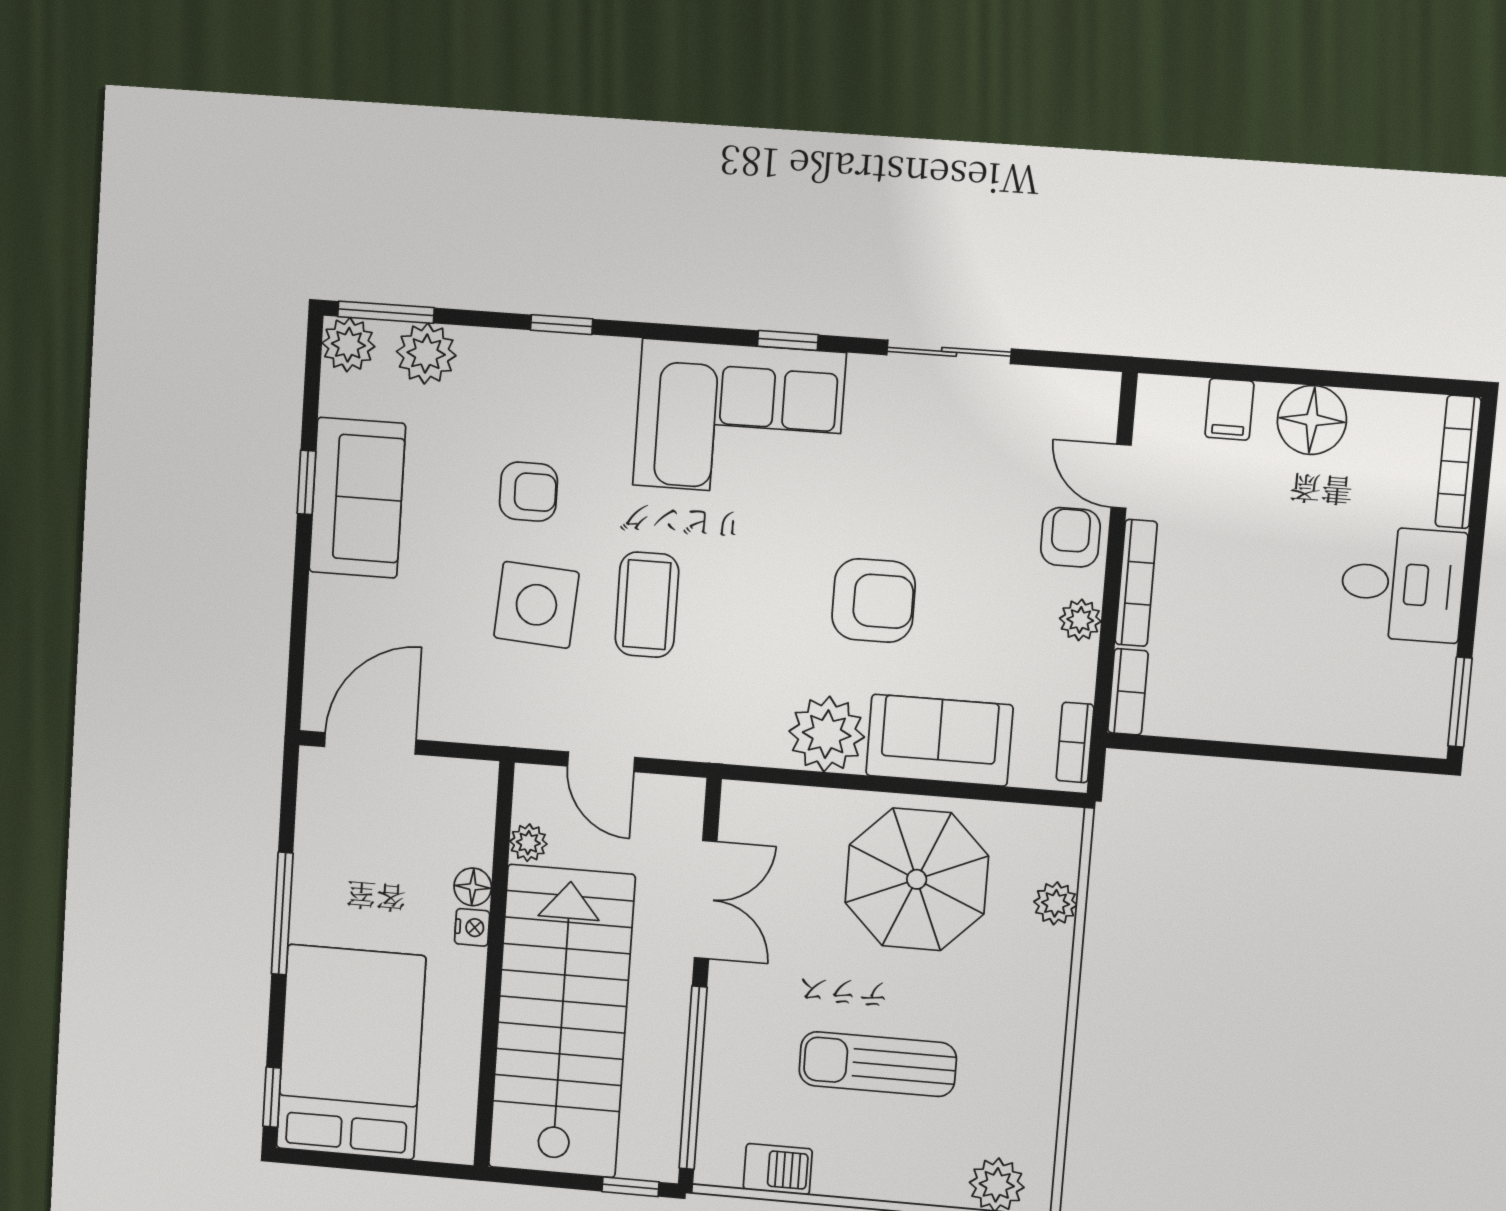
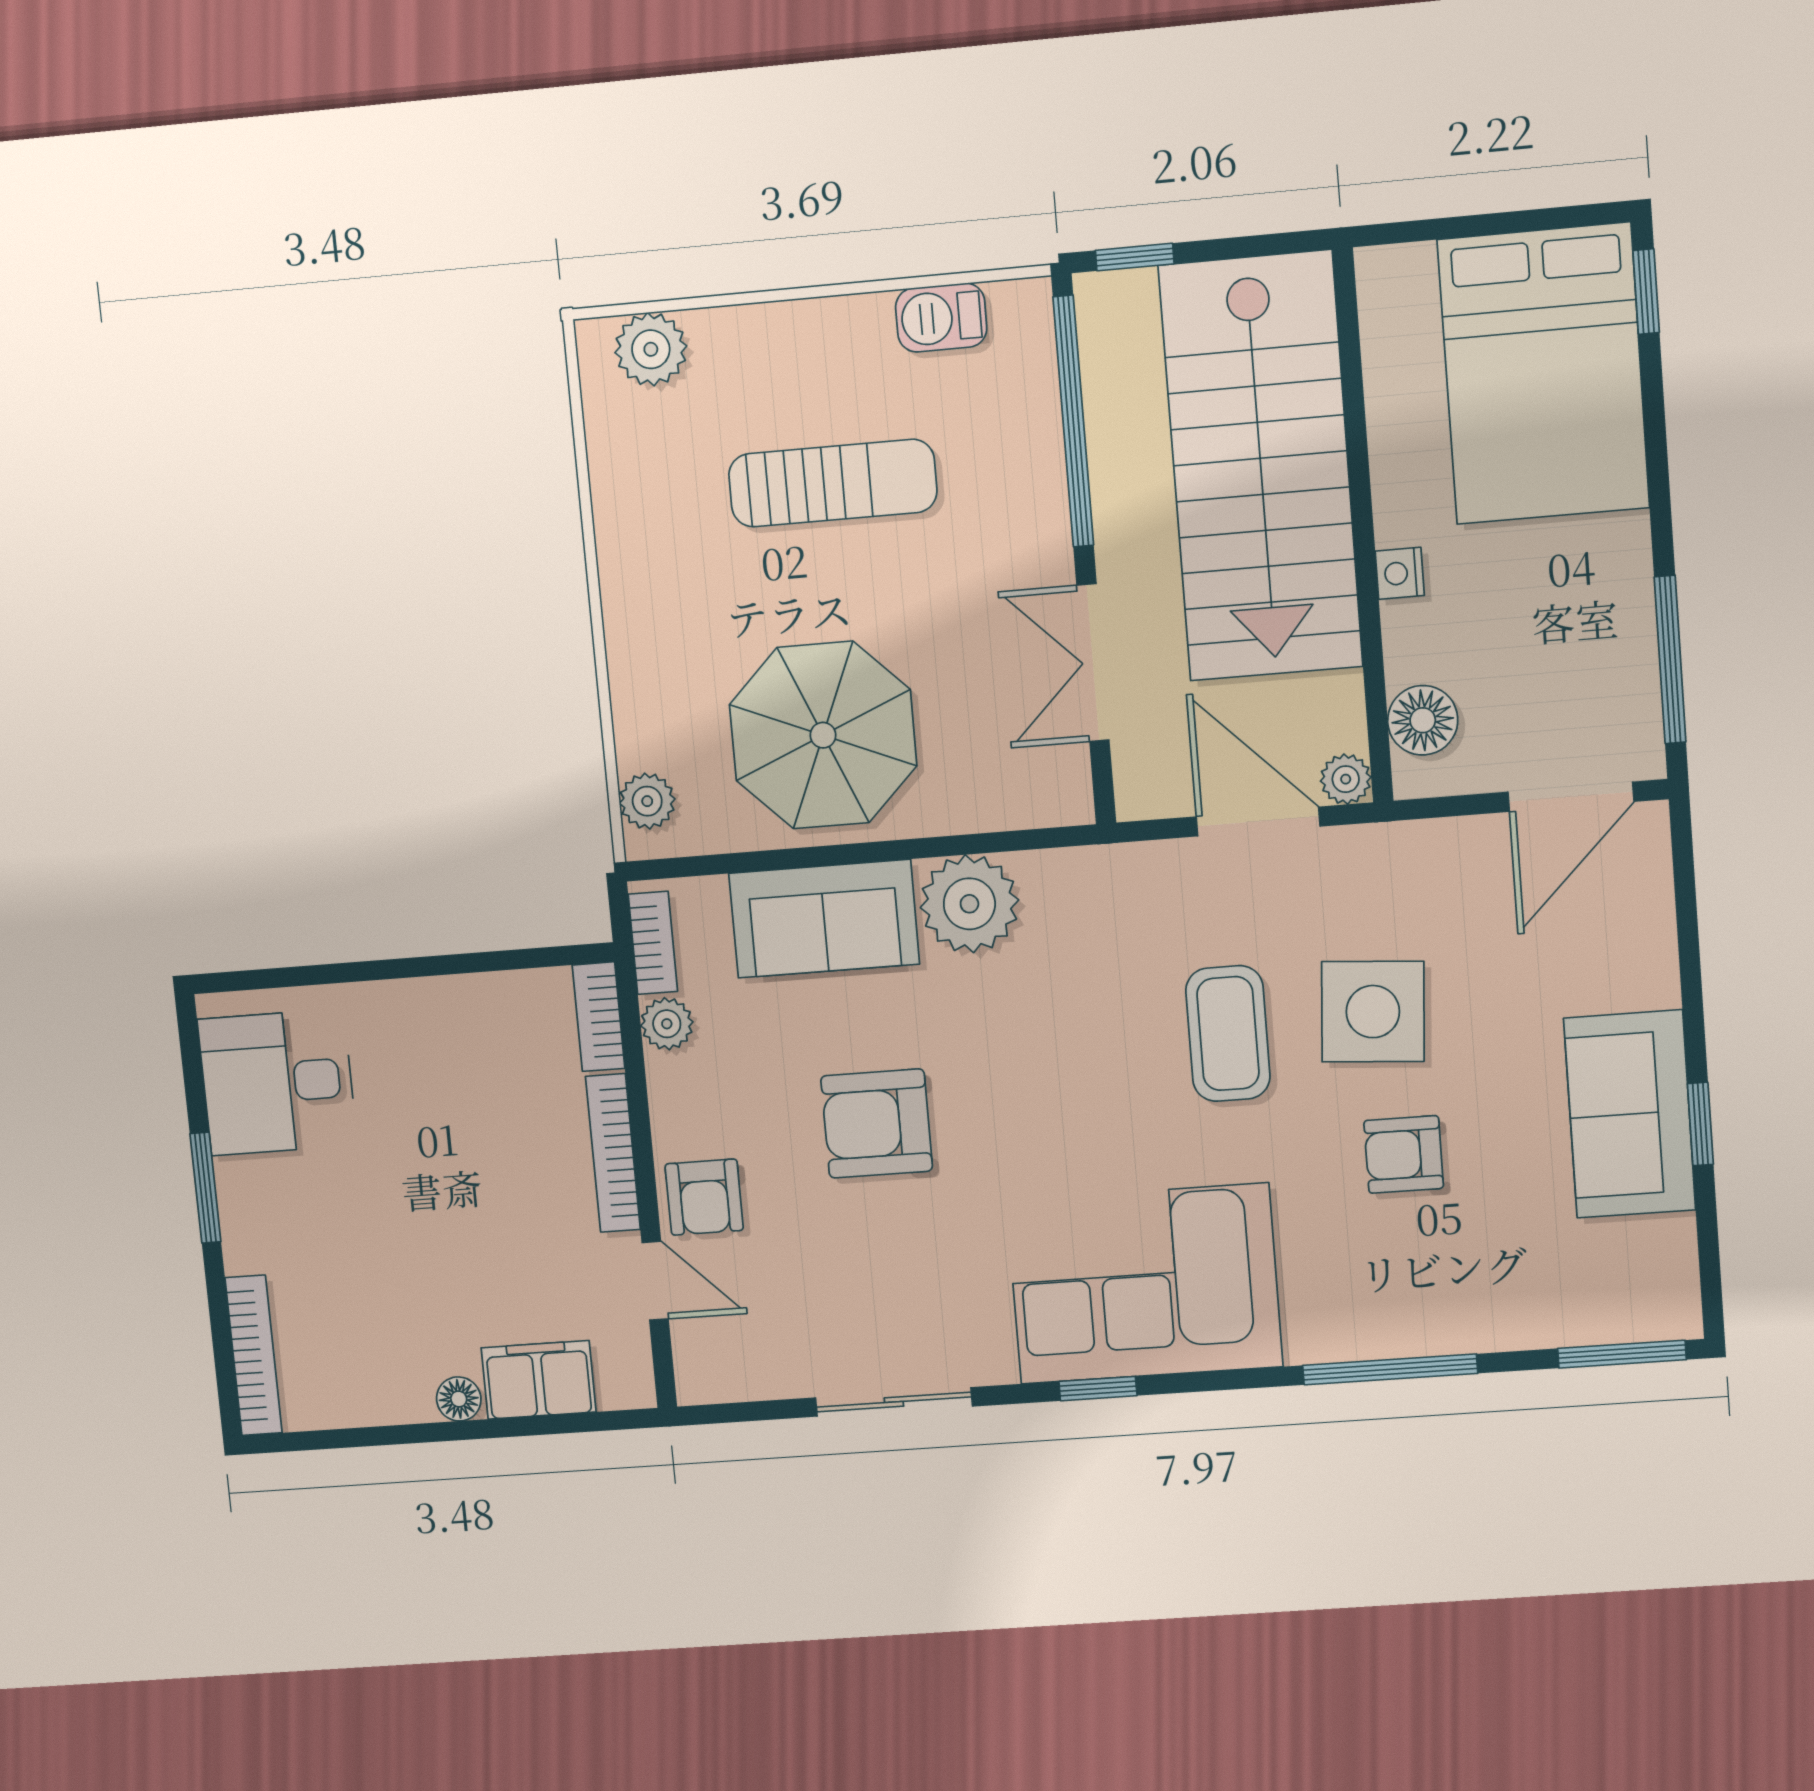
window: (562, 325) -> (1390, 1369), width x2.17
plant: (348, 345) -> (1666, 1307), removed
plant: (426, 354) -> (1562, 1309), removed
filing cabinet: (1229, 409) -> (539, 1380), width x2.00
floor lamp: (1312, 420) -> (459, 1399), width x0.53, depth x0.53
desk: (1403, 584) -> (277, 1082), moved
armchair: (874, 600) -> (877, 1123), moved
plant: (1080, 620) -> (667, 1024), moved
window: (1460, 702) -> (205, 1188), moved
door: (601, 762) -> (1258, 822), width x1.38
plant: (528, 843) -> (1346, 779), moved
floor lamp: (473, 887) -> (1423, 720), moved, width x1.37, depth x1.37
plant: (1055, 903) -> (647, 801), moved
window: (282, 914) -> (1670, 660), moved

